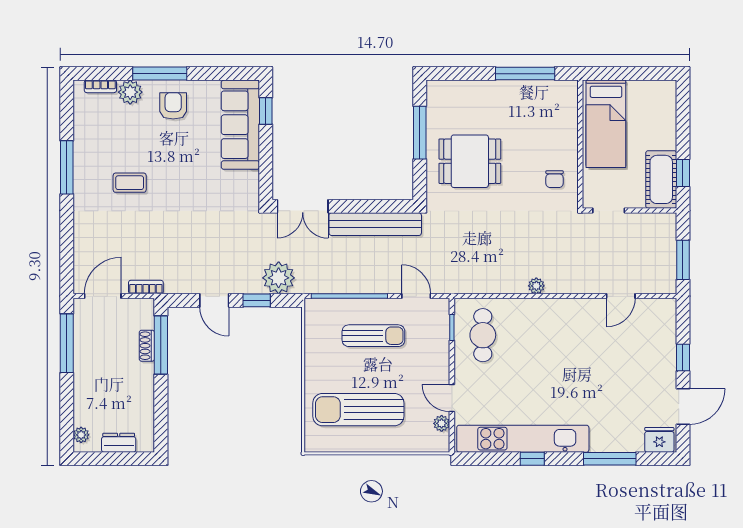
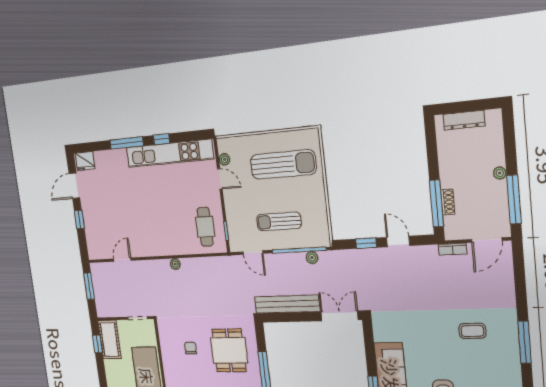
dining table: (470, 161) -> (229, 350), turned 90
chair: (555, 179) -> (191, 348), moved
plant: (279, 278) -> (312, 258), moved, width x0.53, depth x0.53
plant: (81, 435) -> (500, 173), moved
dresser: (119, 443) -> (464, 120), width x1.44
window: (610, 459) -> (127, 143), moved

